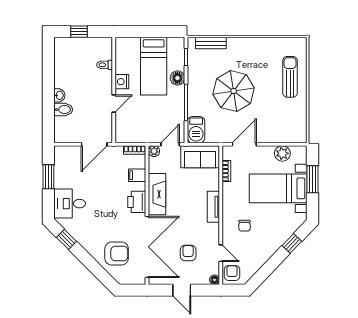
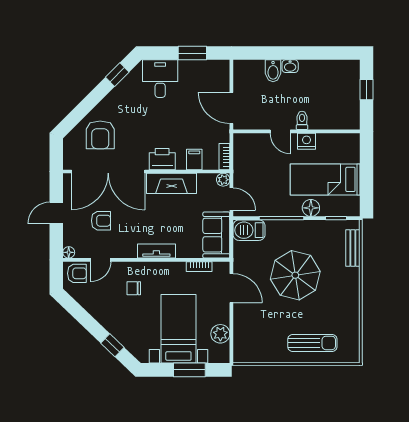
toilet: (105, 65) -> (302, 120), moved

